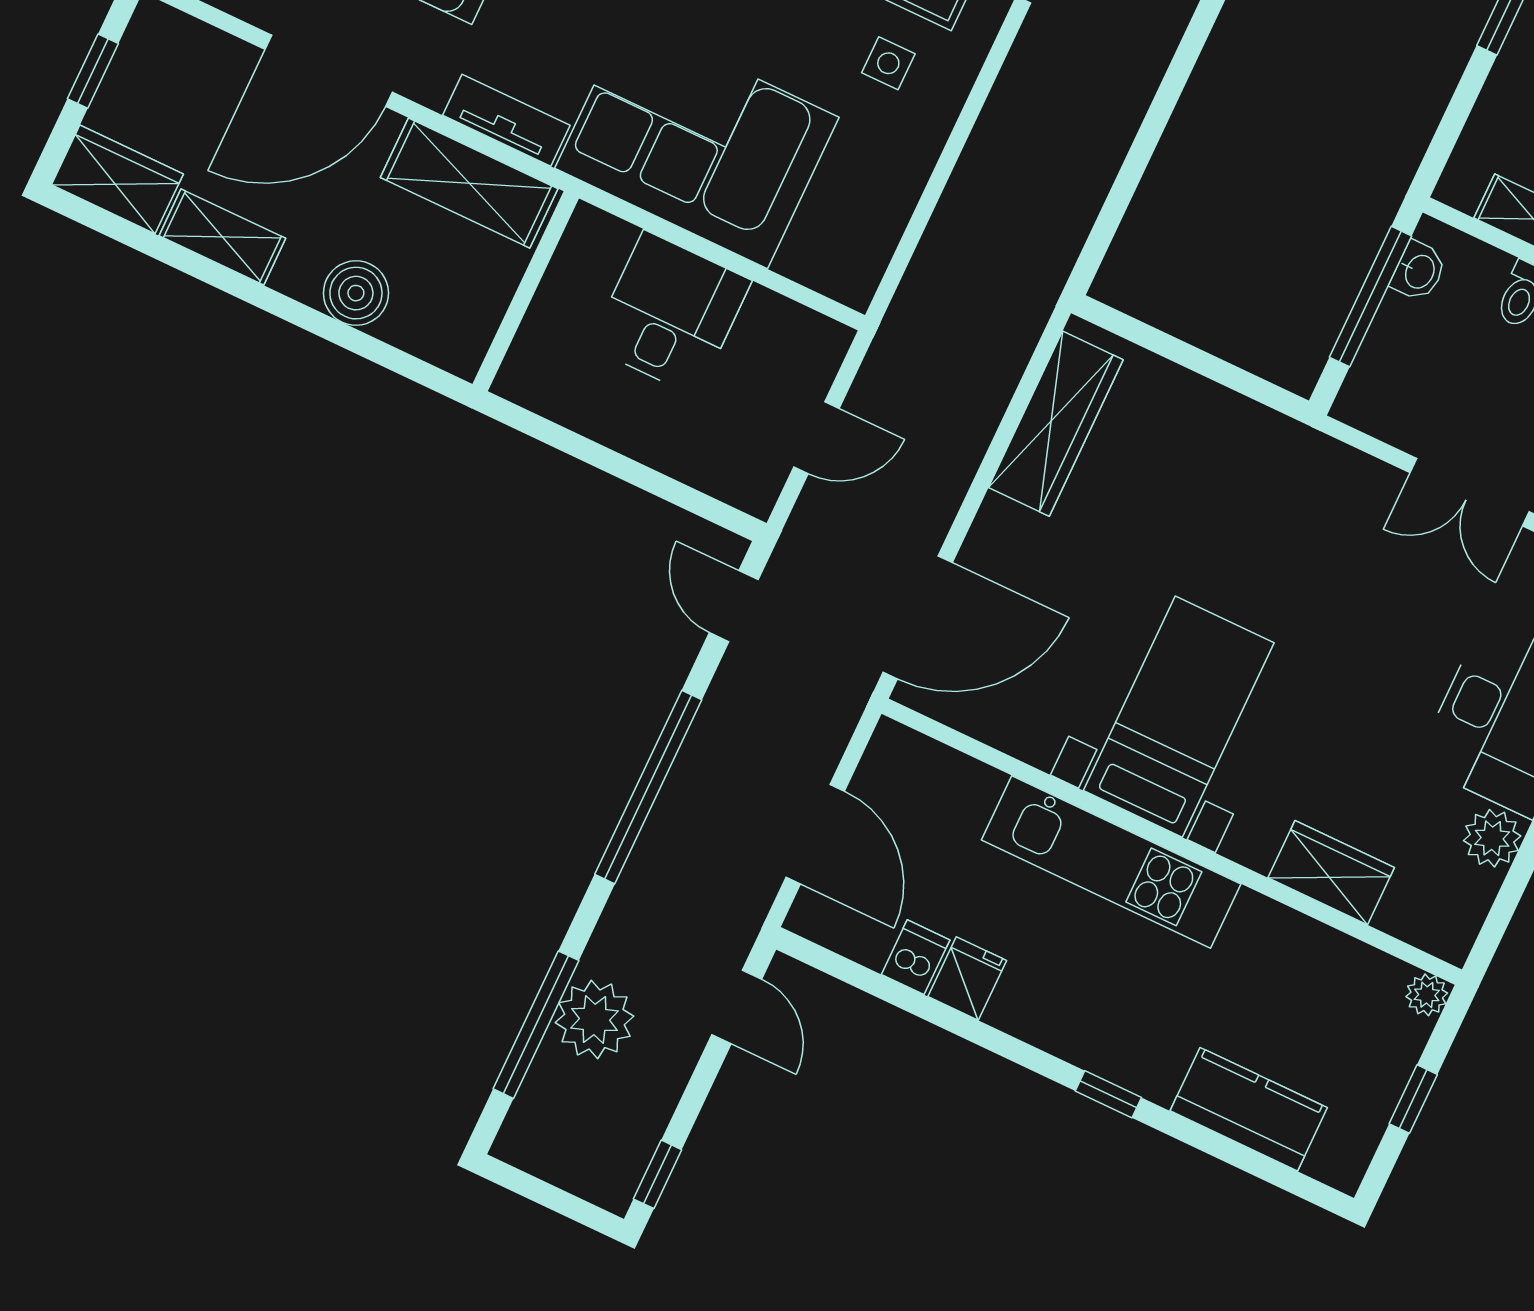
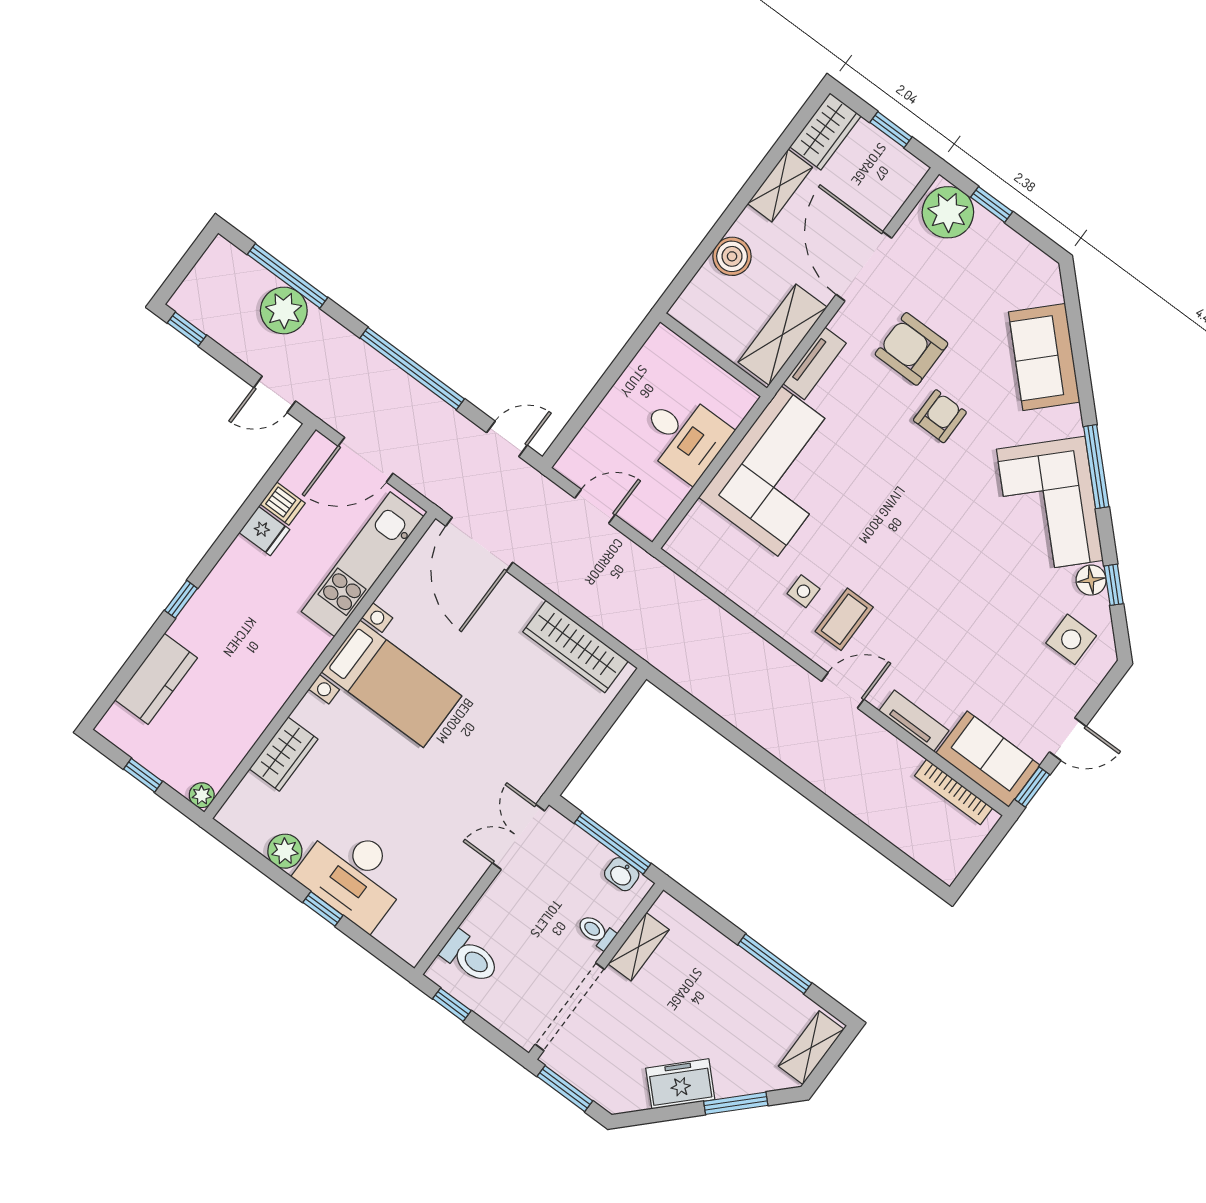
door: (817, 438) -> (595, 506), swing flipped
double door: (1469, 492) -> (518, 837), moved
kitchen unit: (1111, 862) -> (363, 564), moved

